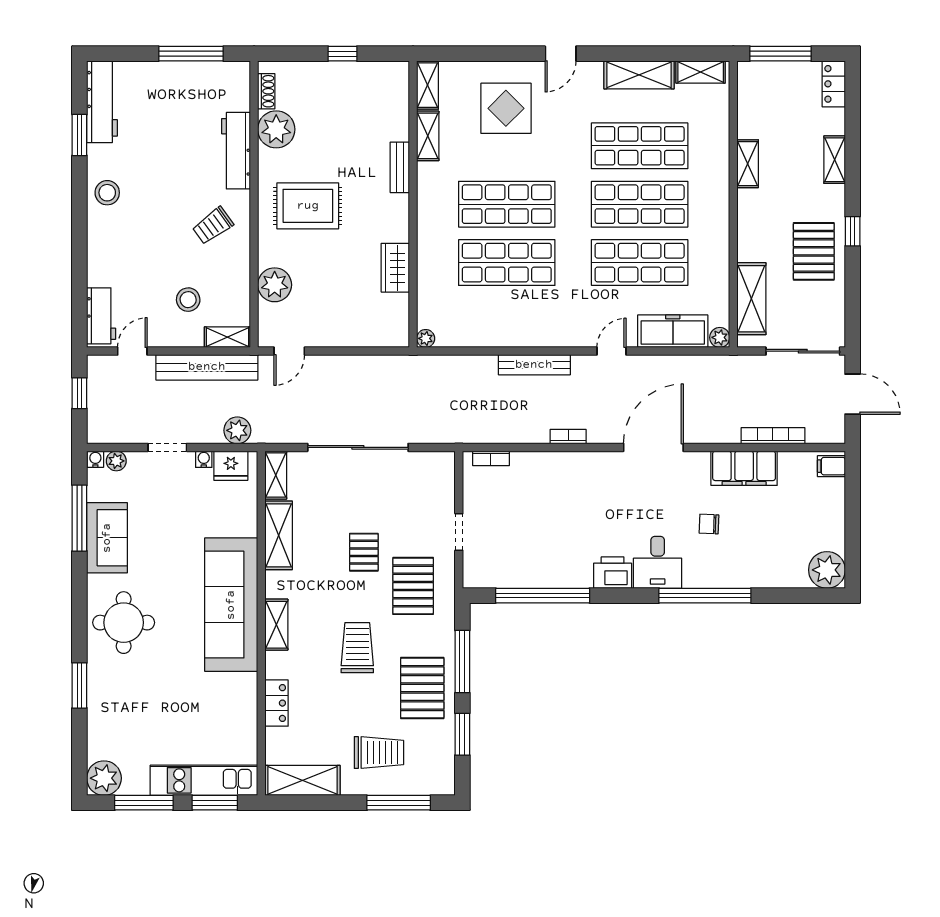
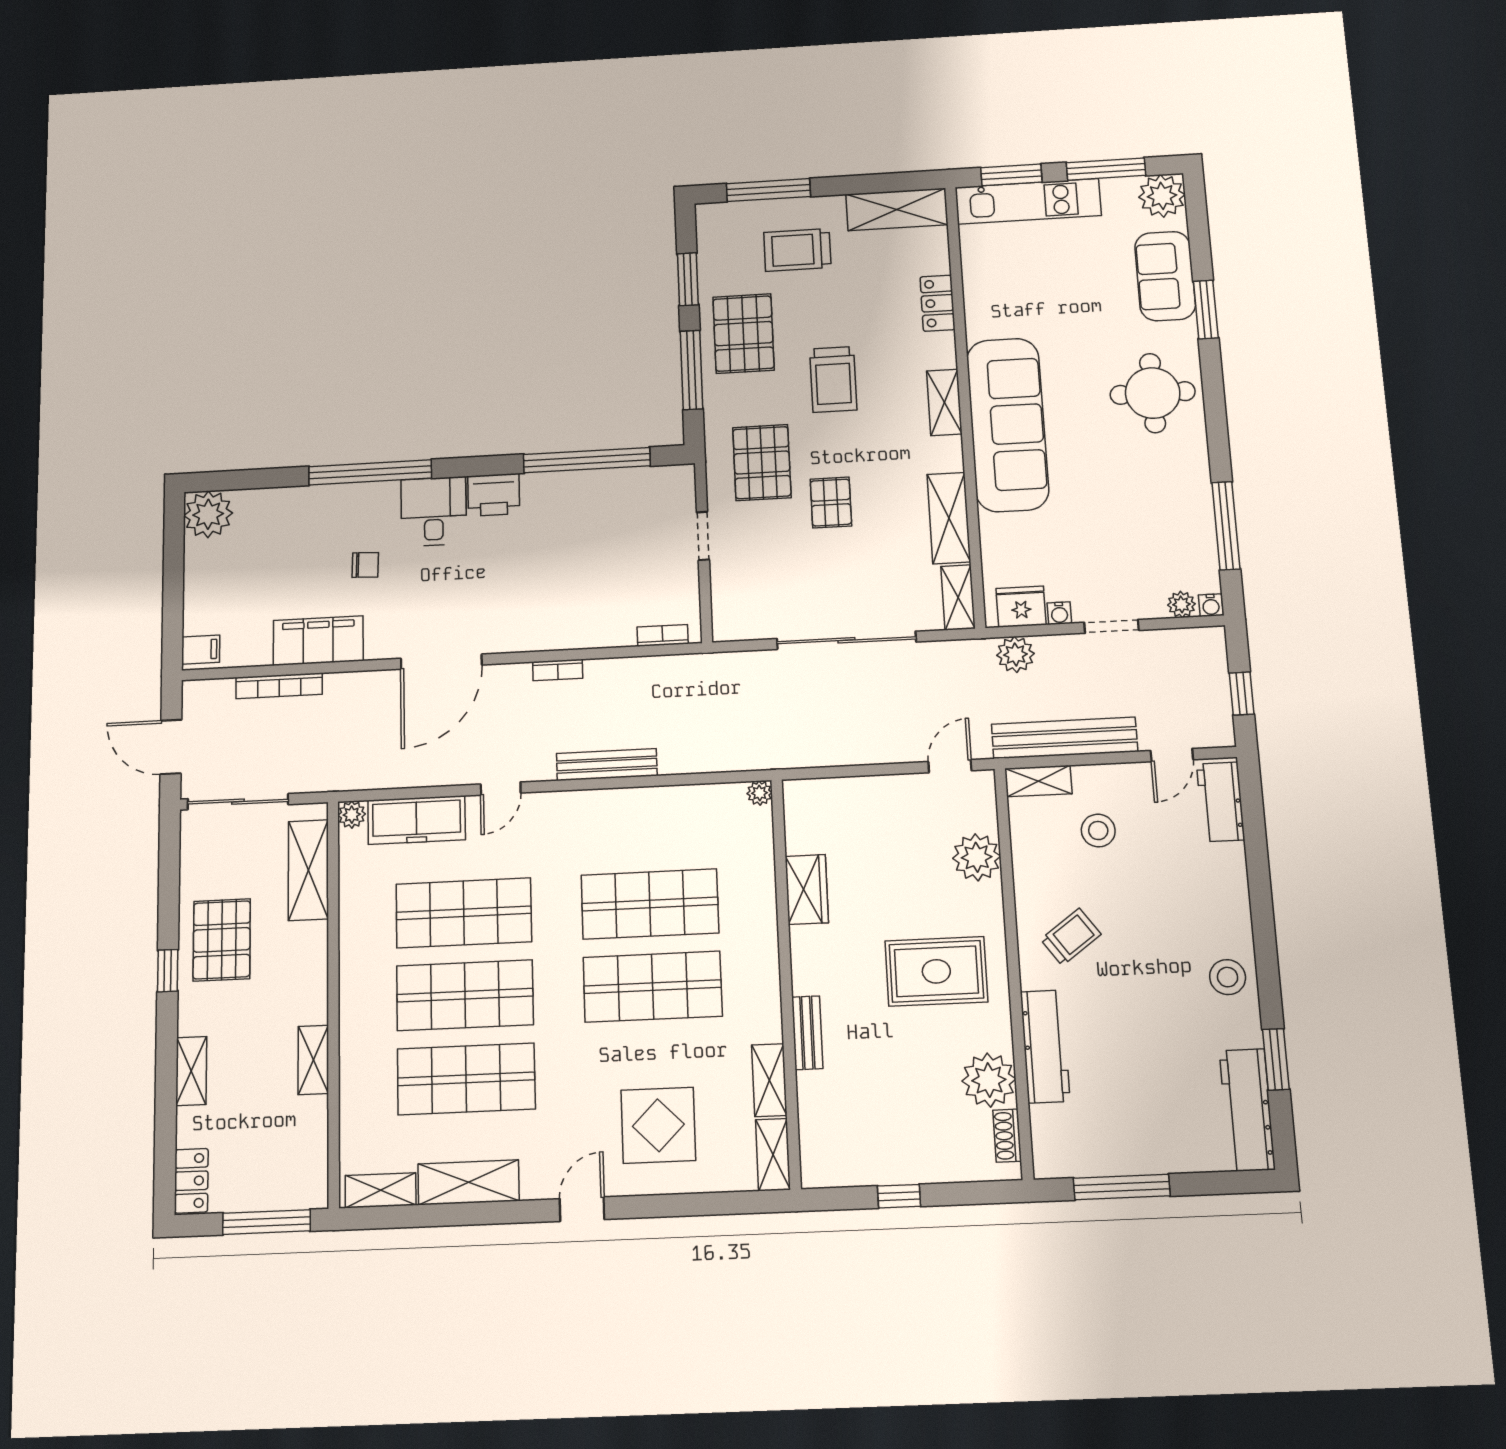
sofa: (107, 538) -> (1165, 276), moved

